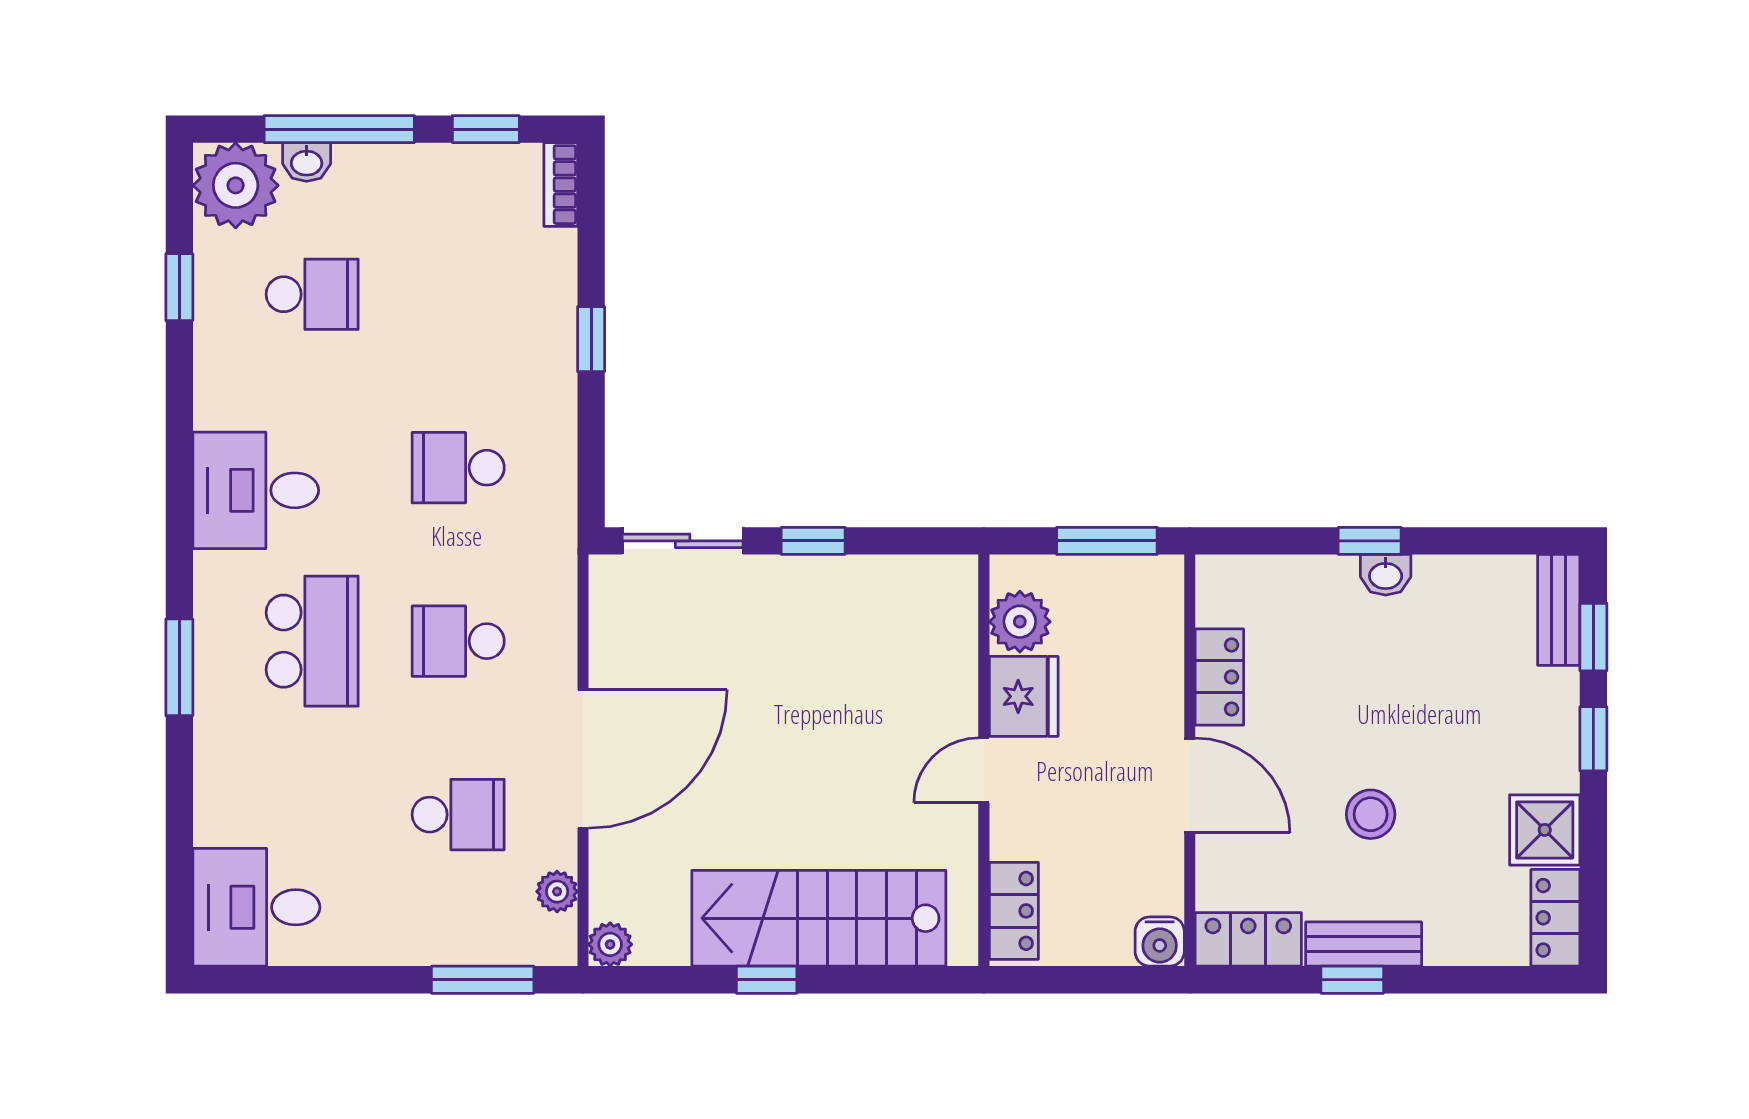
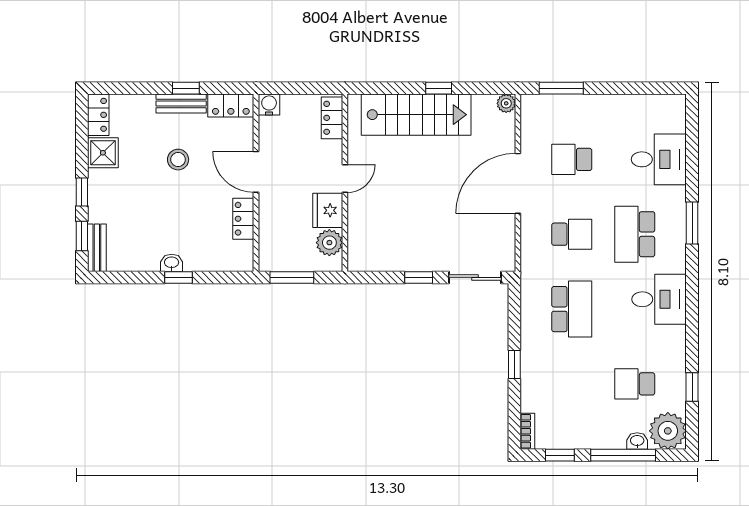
school desk: (458, 468) -> (572, 309), width x1.85
plant: (557, 892) -> (529, 126), removed
desk: (256, 907) -> (659, 159), moved

